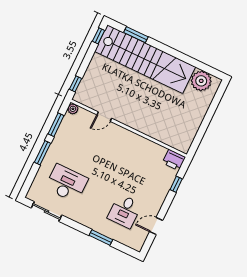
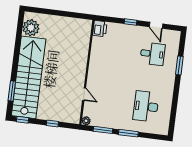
window: (75, 84) -> (52, 124), moved
window: (176, 184) -> (130, 22), moved
sliding door: (47, 211) -> (173, 115), removed

